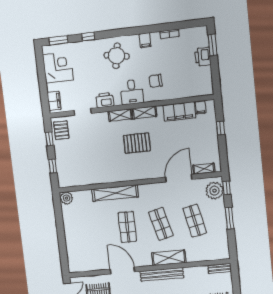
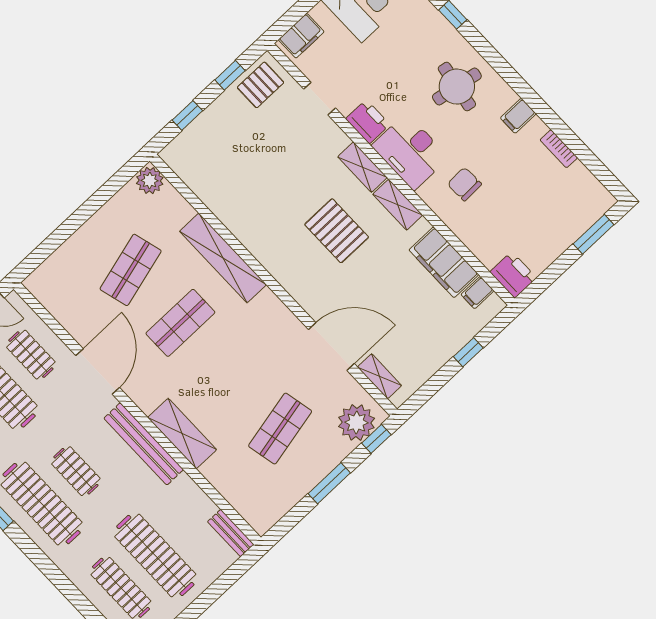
printer: (203, 57) -> (513, 275), moved, turned 90
desk: (132, 92) -> (410, 152), width x1.37
shop shelf: (161, 224) -> (131, 270), moved

